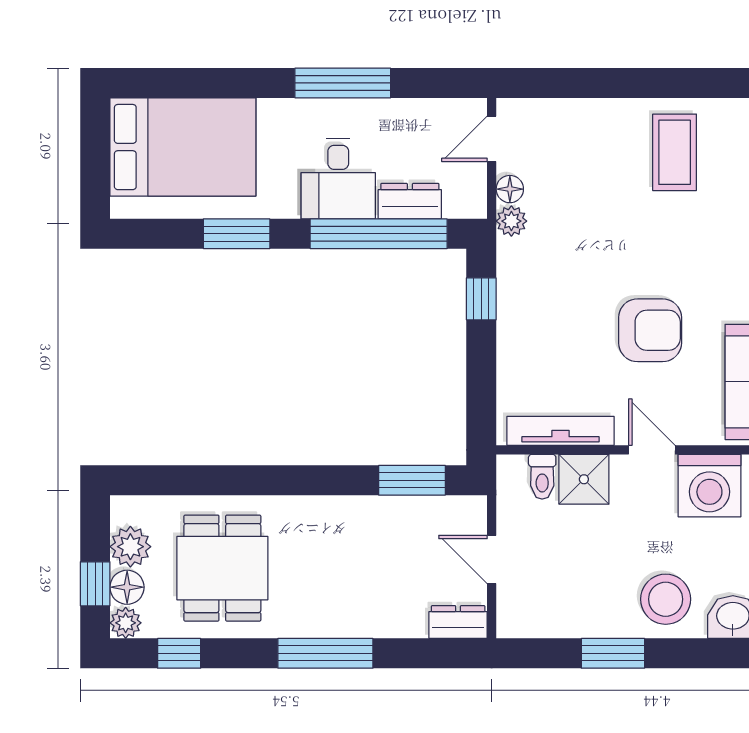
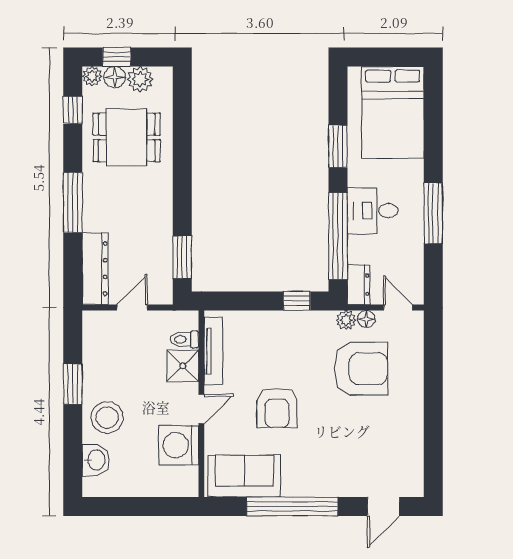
coffee table: (675, 152) -> (389, 423), removed
armchair: (588, 197) -> (361, 369), added
dresser: (410, 201) -> (359, 285), moved
dresser: (458, 622) -> (95, 269), width x1.96, depth x1.24

